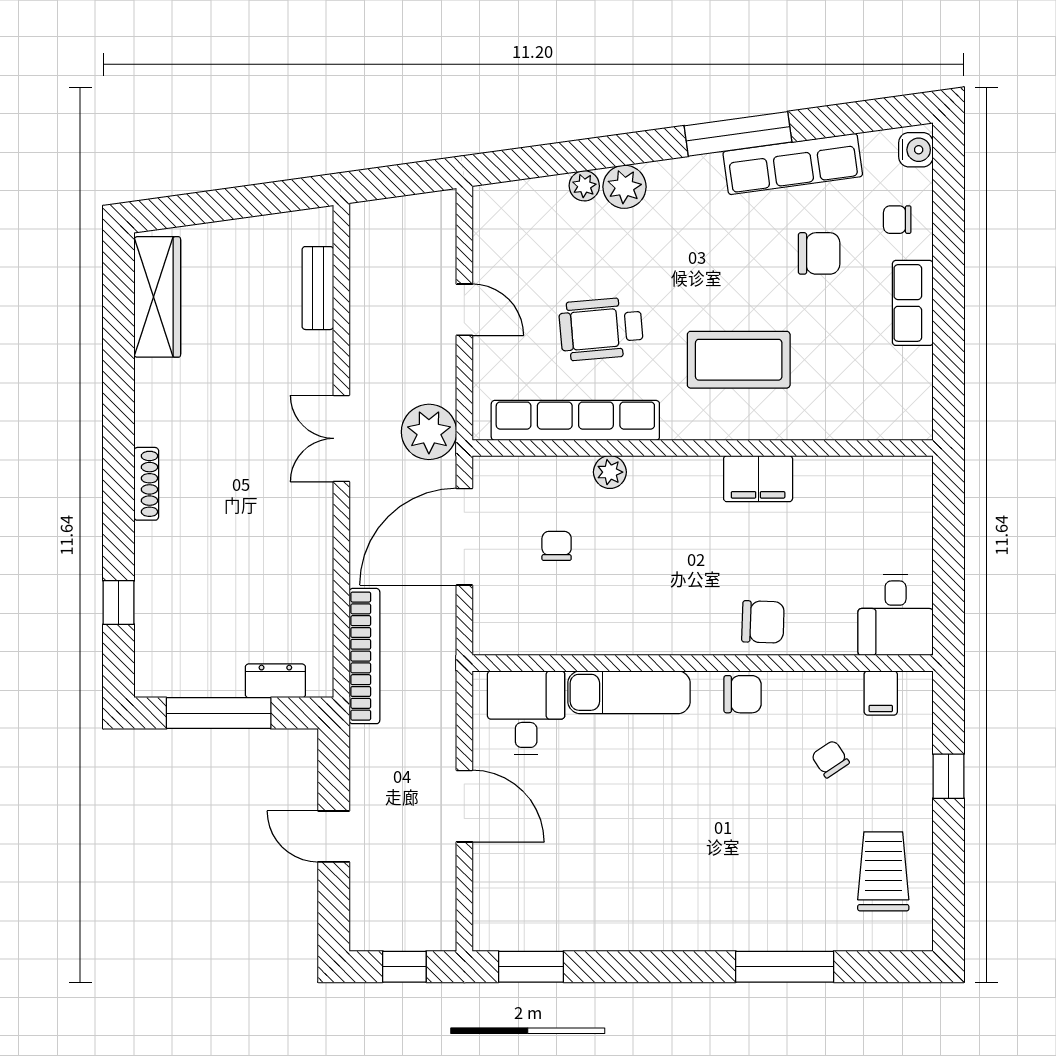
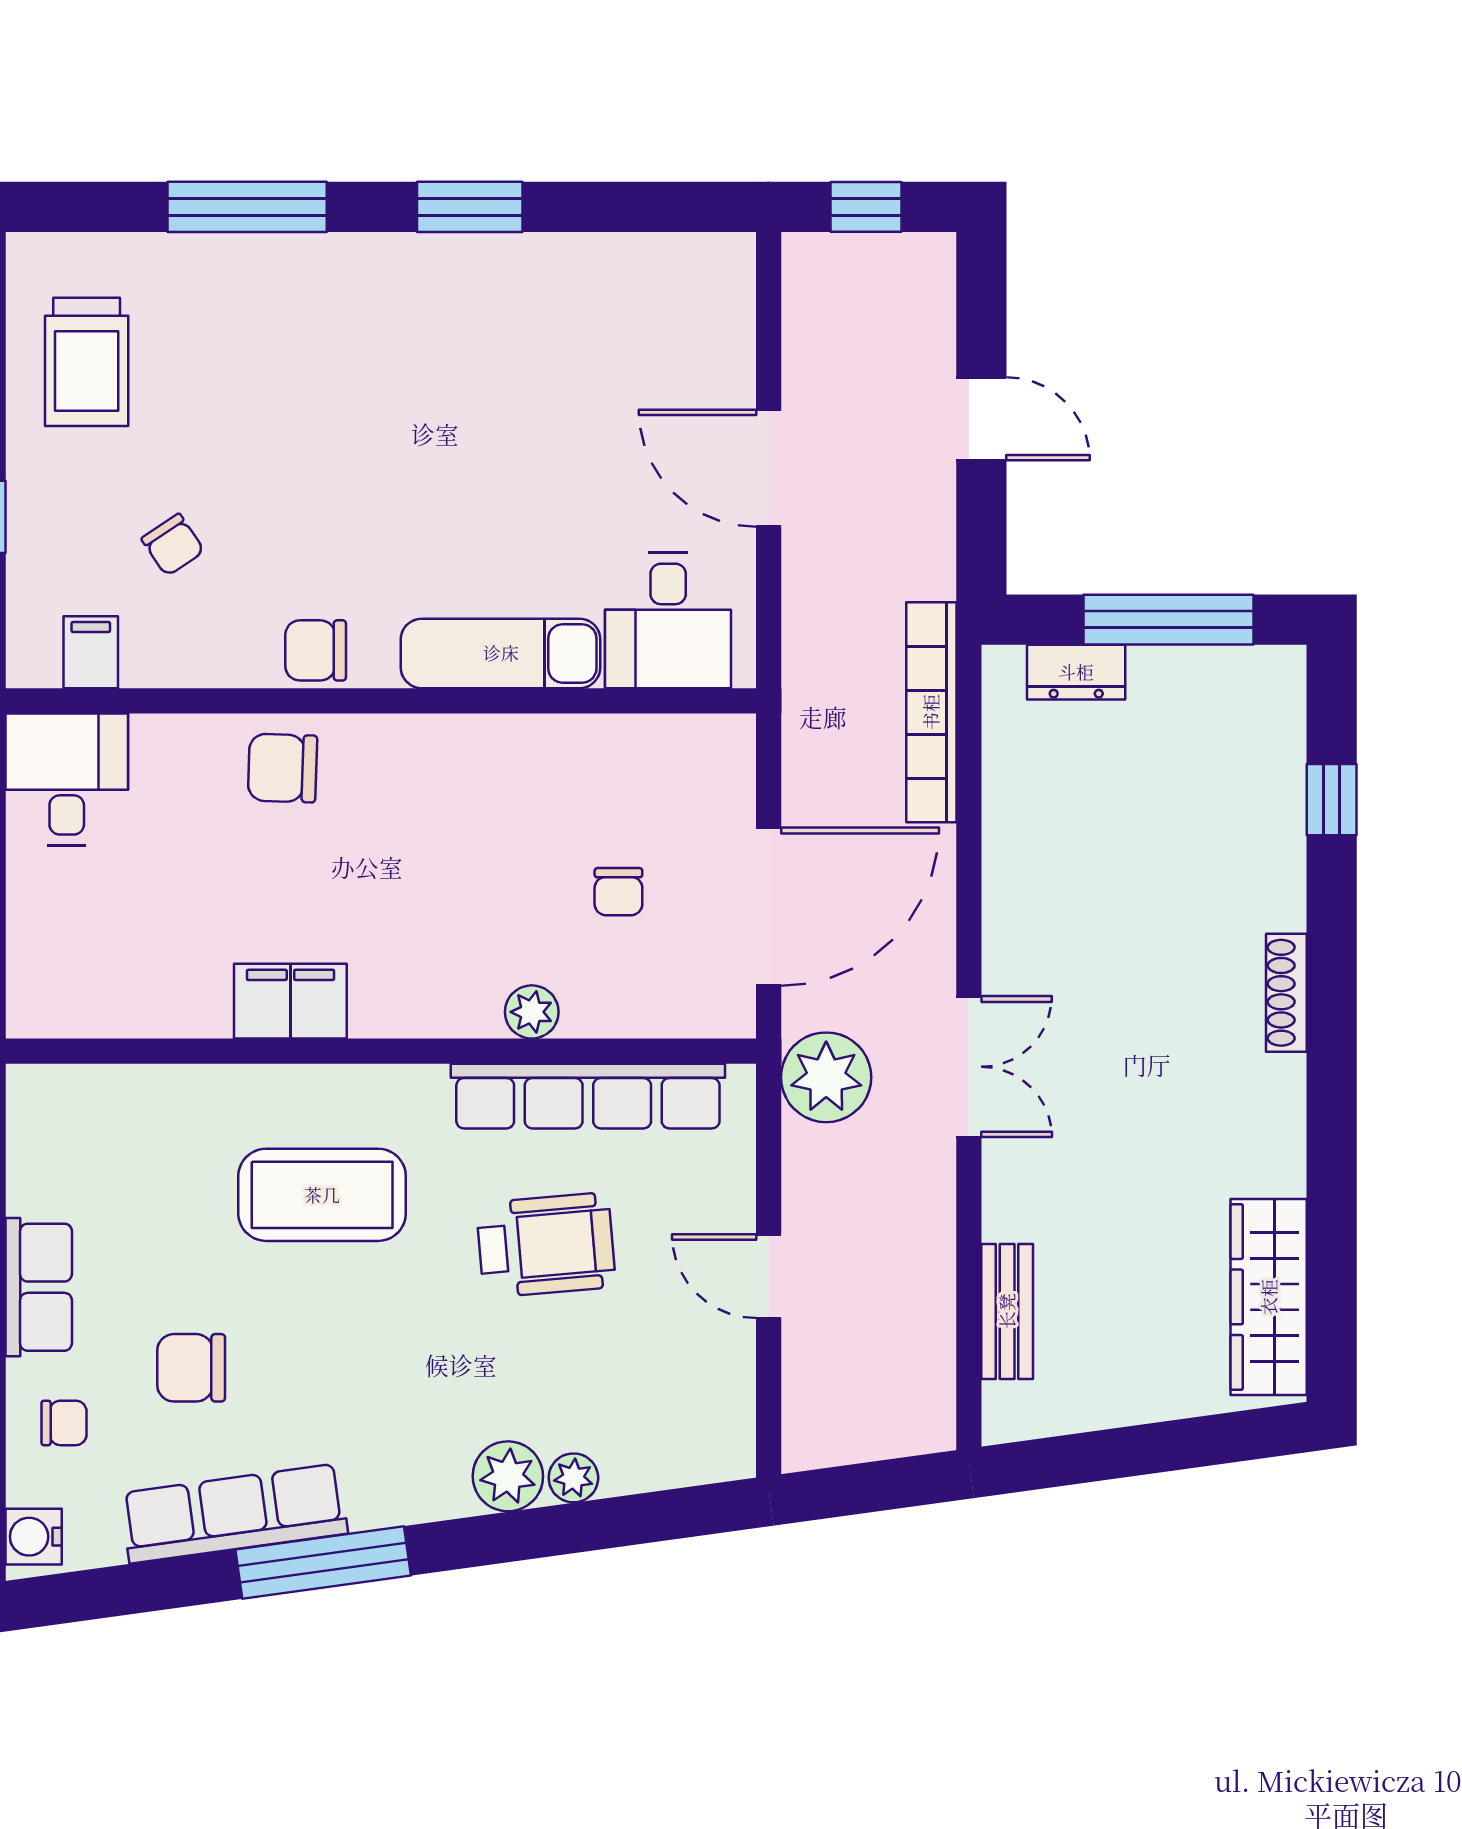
window: (531, 967) -> (470, 207), moved

